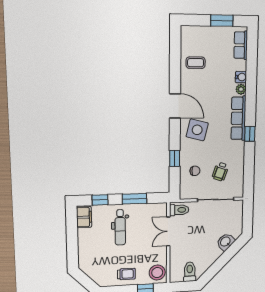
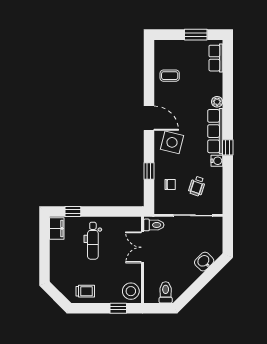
water cooler: (241, 77) -> (217, 161), moved
window: (135, 199) -> (108, 211), removed
trolley: (126, 274) -> (85, 291), moved

